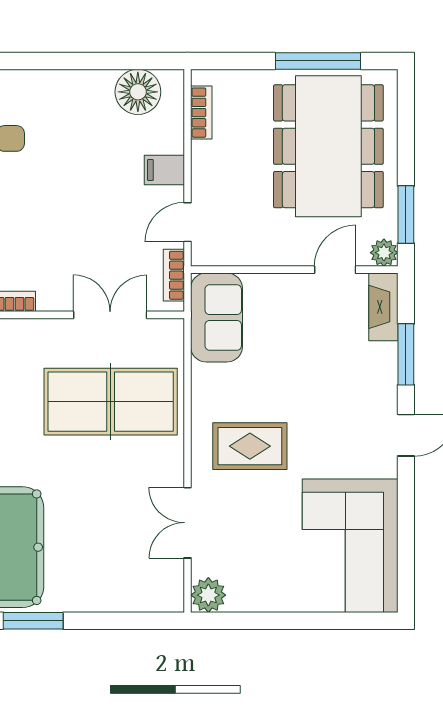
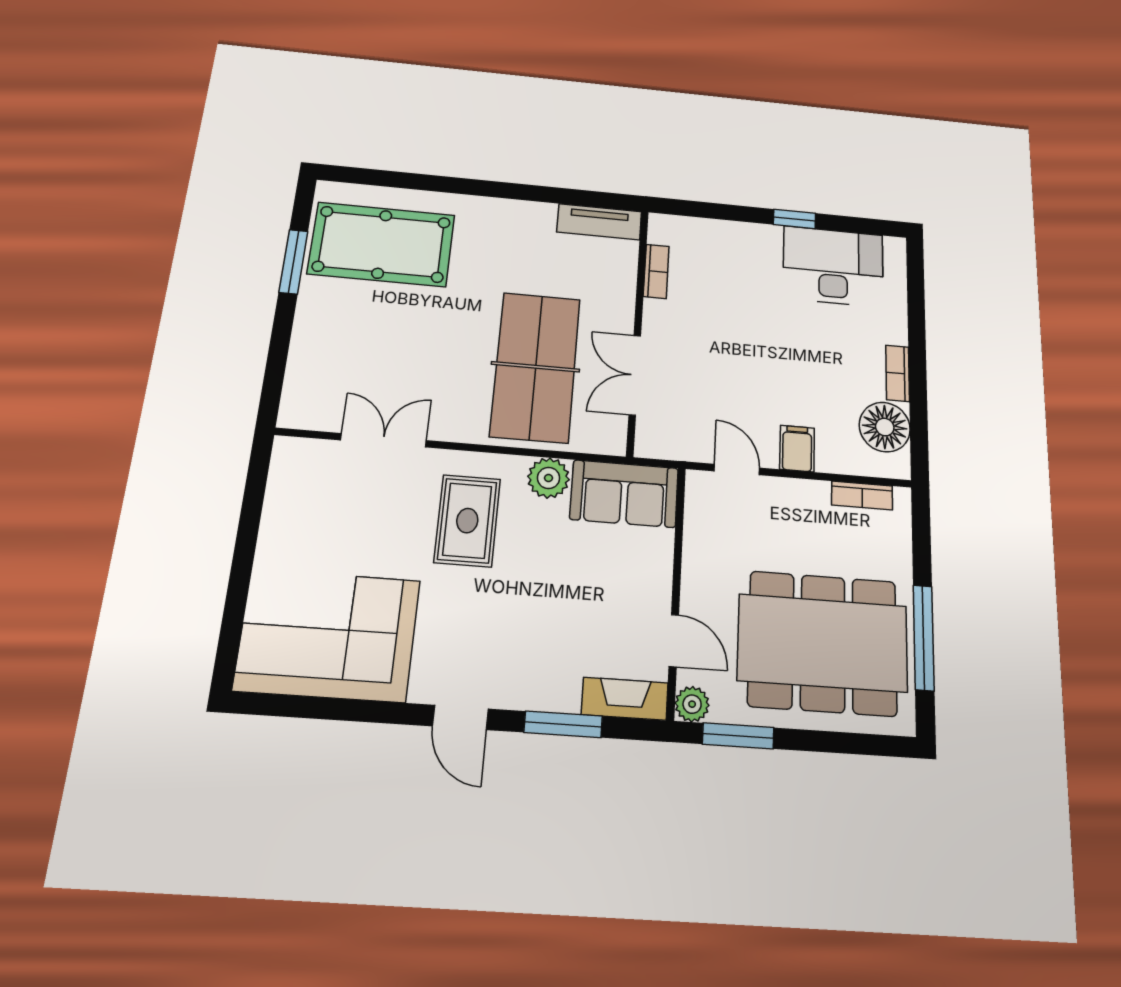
bookcase: (174, 275) -> (898, 373), moved, turned -90
double door: (110, 315) -> (635, 375), swing flipped
plant: (208, 595) -> (548, 478), moved

